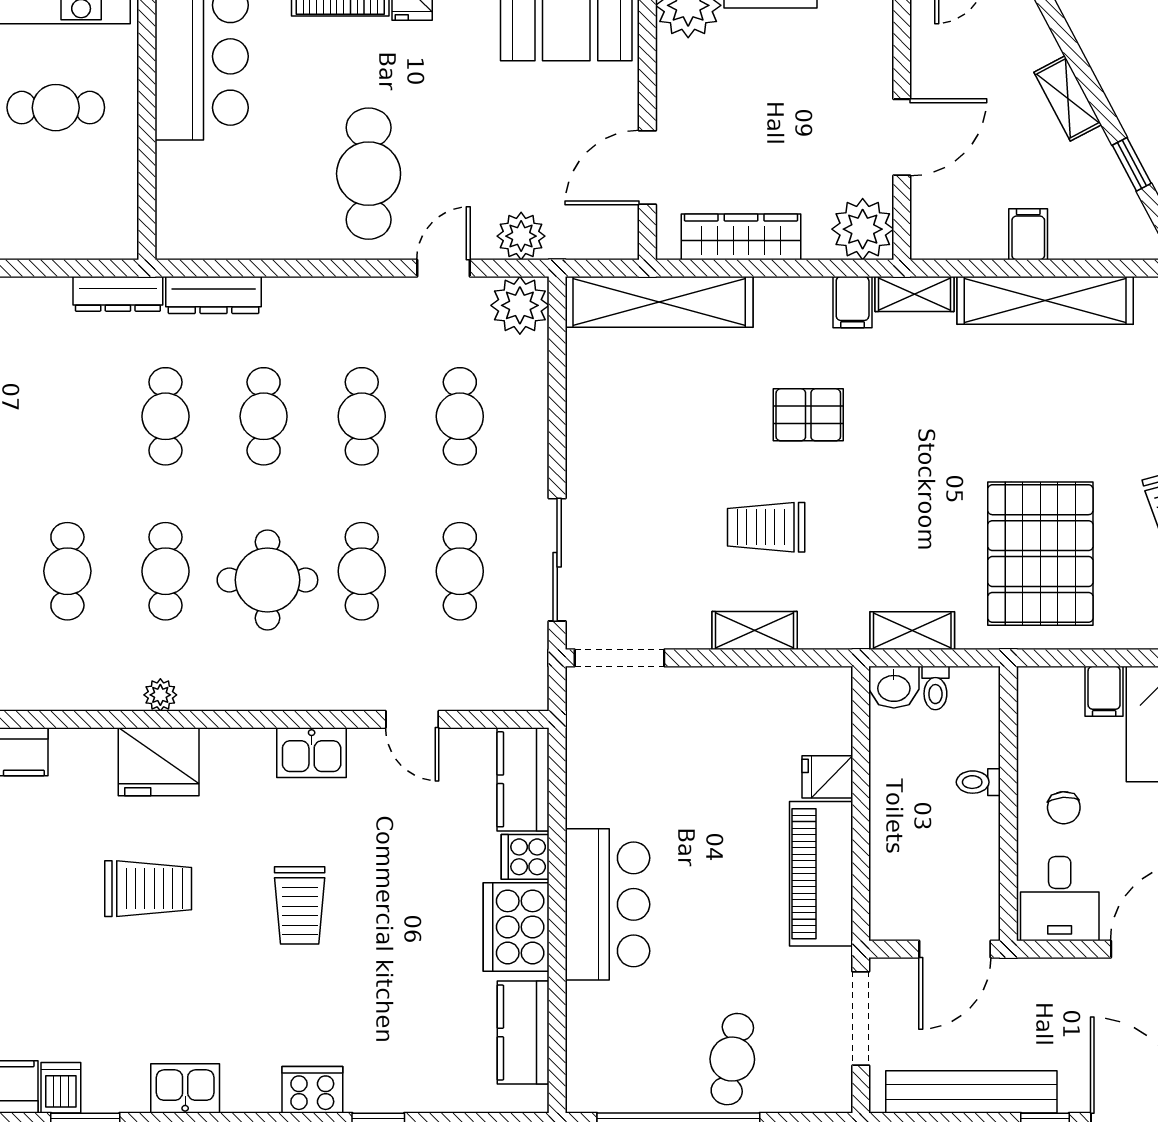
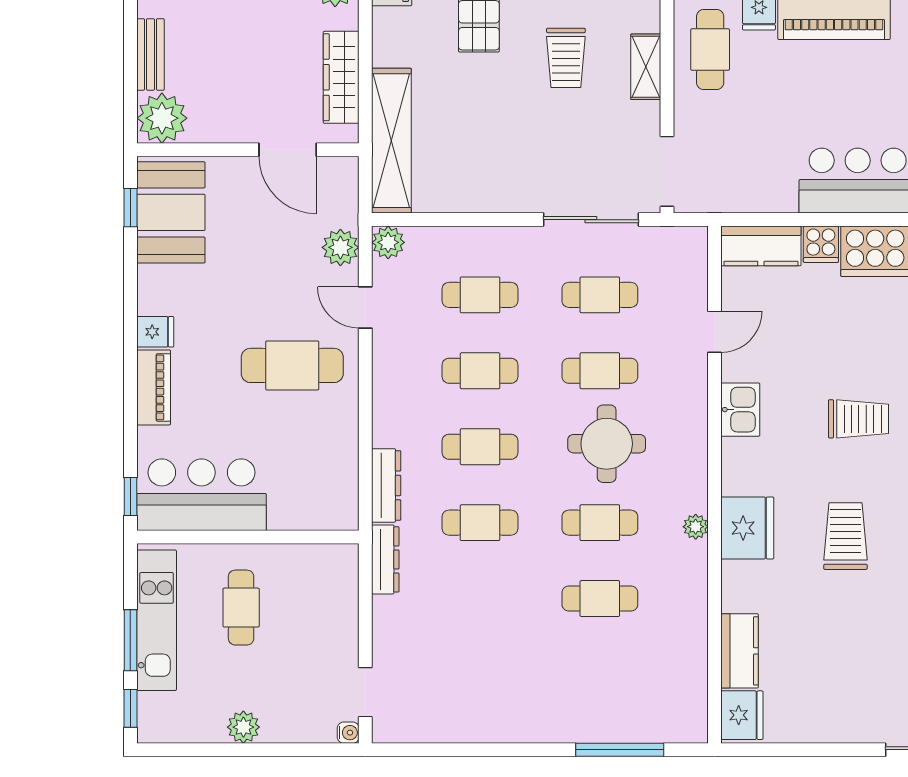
plant: (520, 305) -> (388, 242), width x0.73, depth x0.73
cafe table: (777, 714) -> (710, 50), added

